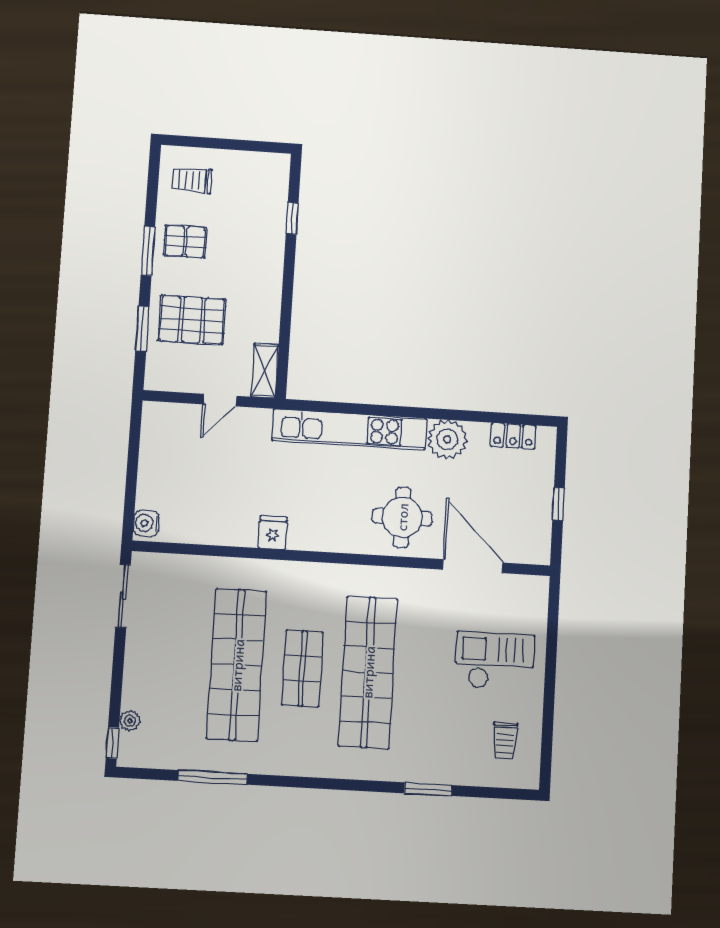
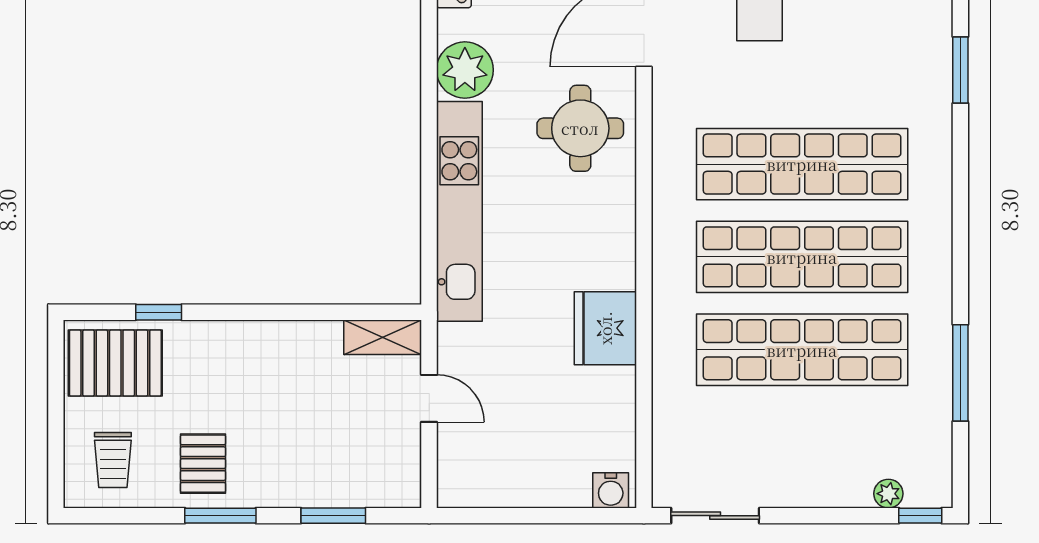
pallet: (192, 320) -> (115, 363), moved, turned 90
fridge: (273, 532) -> (605, 328), width x1.88, depth x1.34
shop shelf: (302, 668) -> (802, 257), width x2.00, depth x1.36

